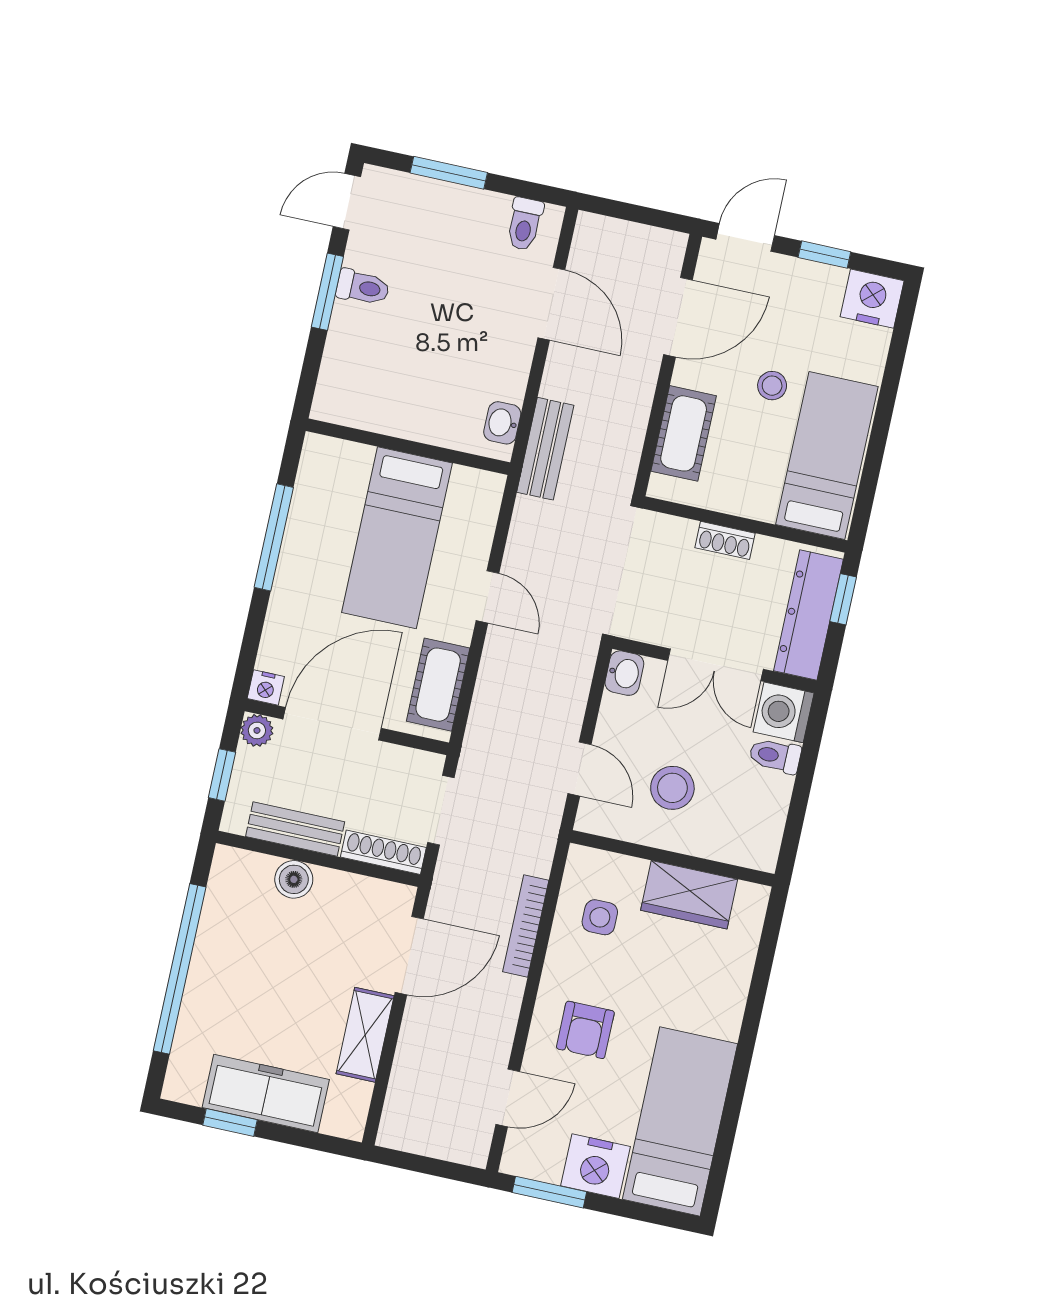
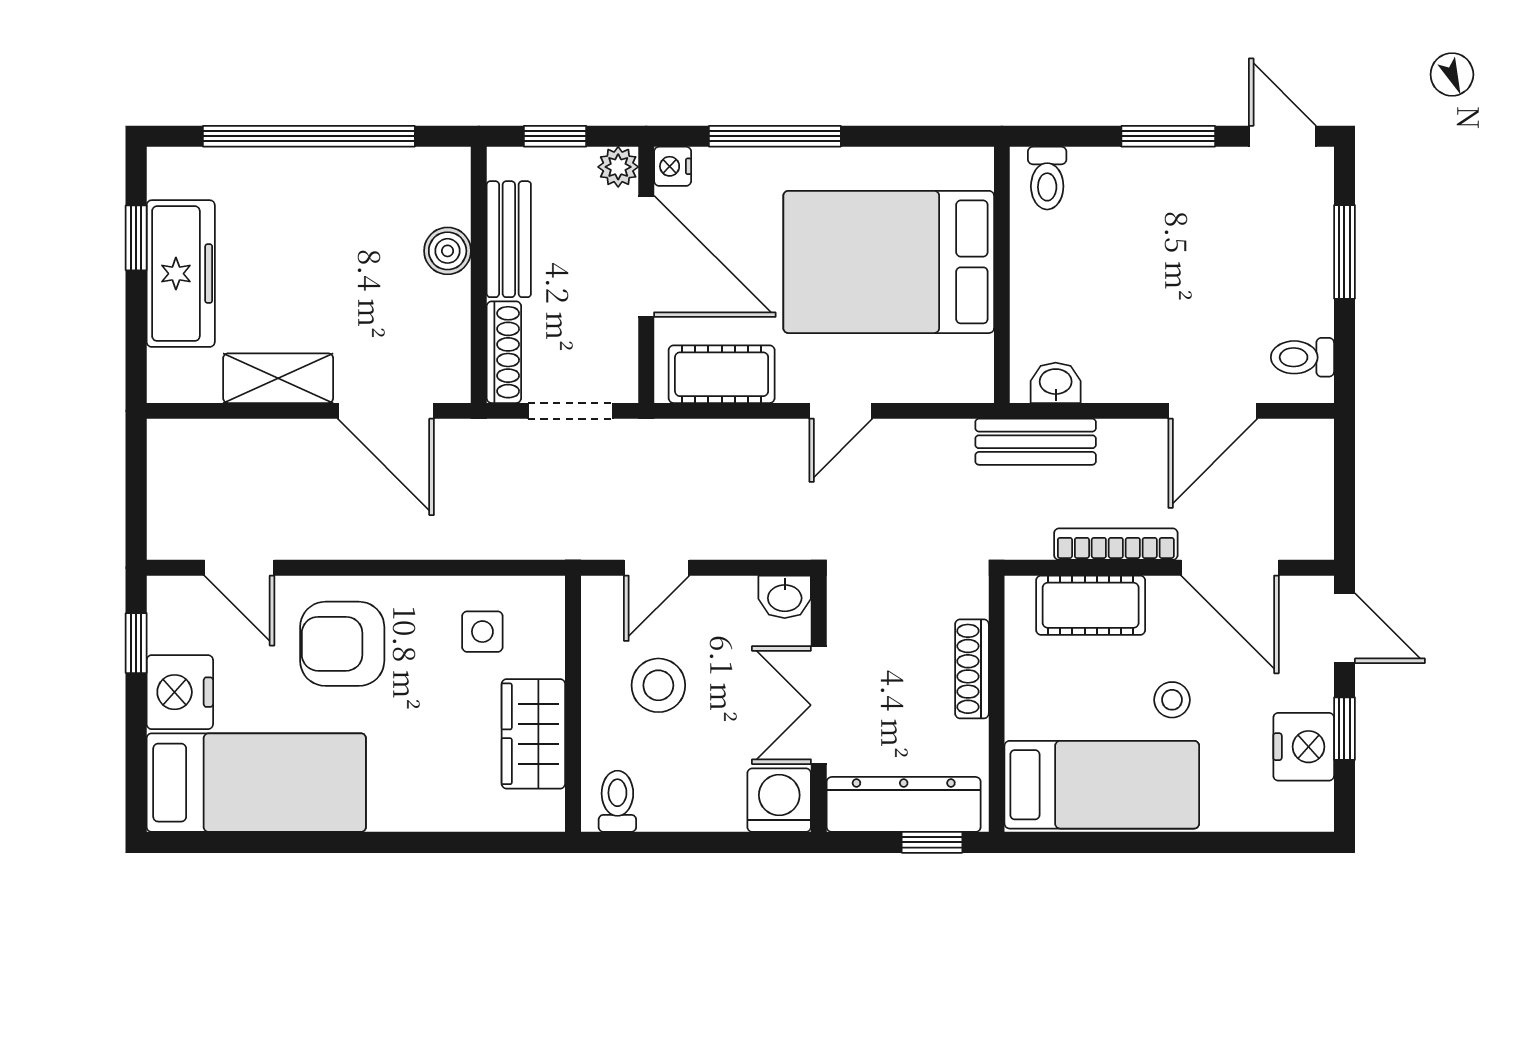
toilet: (363, 287) -> (1047, 178), moved
nightstand: (872, 299) -> (1304, 747), moved
window: (274, 537) -> (775, 136), moved
bed: (397, 538) -> (889, 262), width x1.50
shoe rack: (725, 540) -> (972, 669), width x1.43
toilet: (775, 756) -> (617, 801), moved
bookcase: (526, 926) -> (1116, 544), moved
armchair: (585, 1030) -> (342, 644), width x1.38, depth x1.38
window: (549, 1192) -> (136, 643), width x0.67

